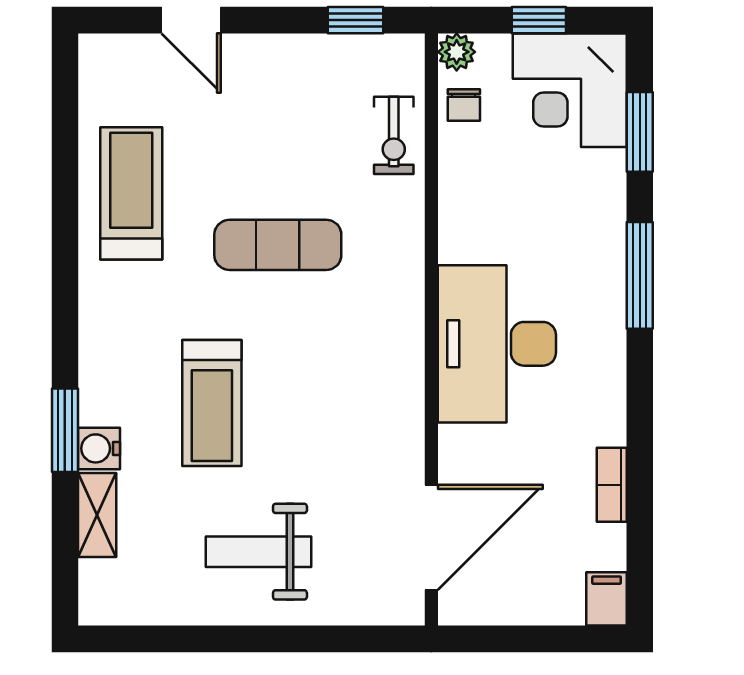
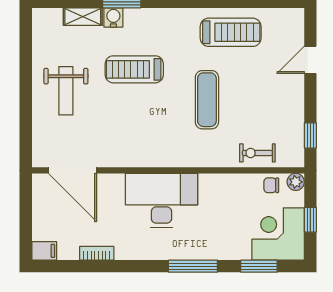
weight bench: (258, 552) -> (66, 91), turned 180

